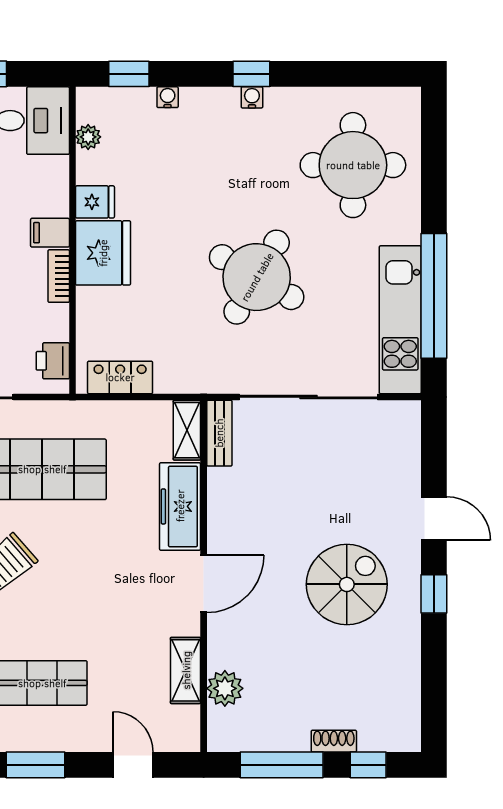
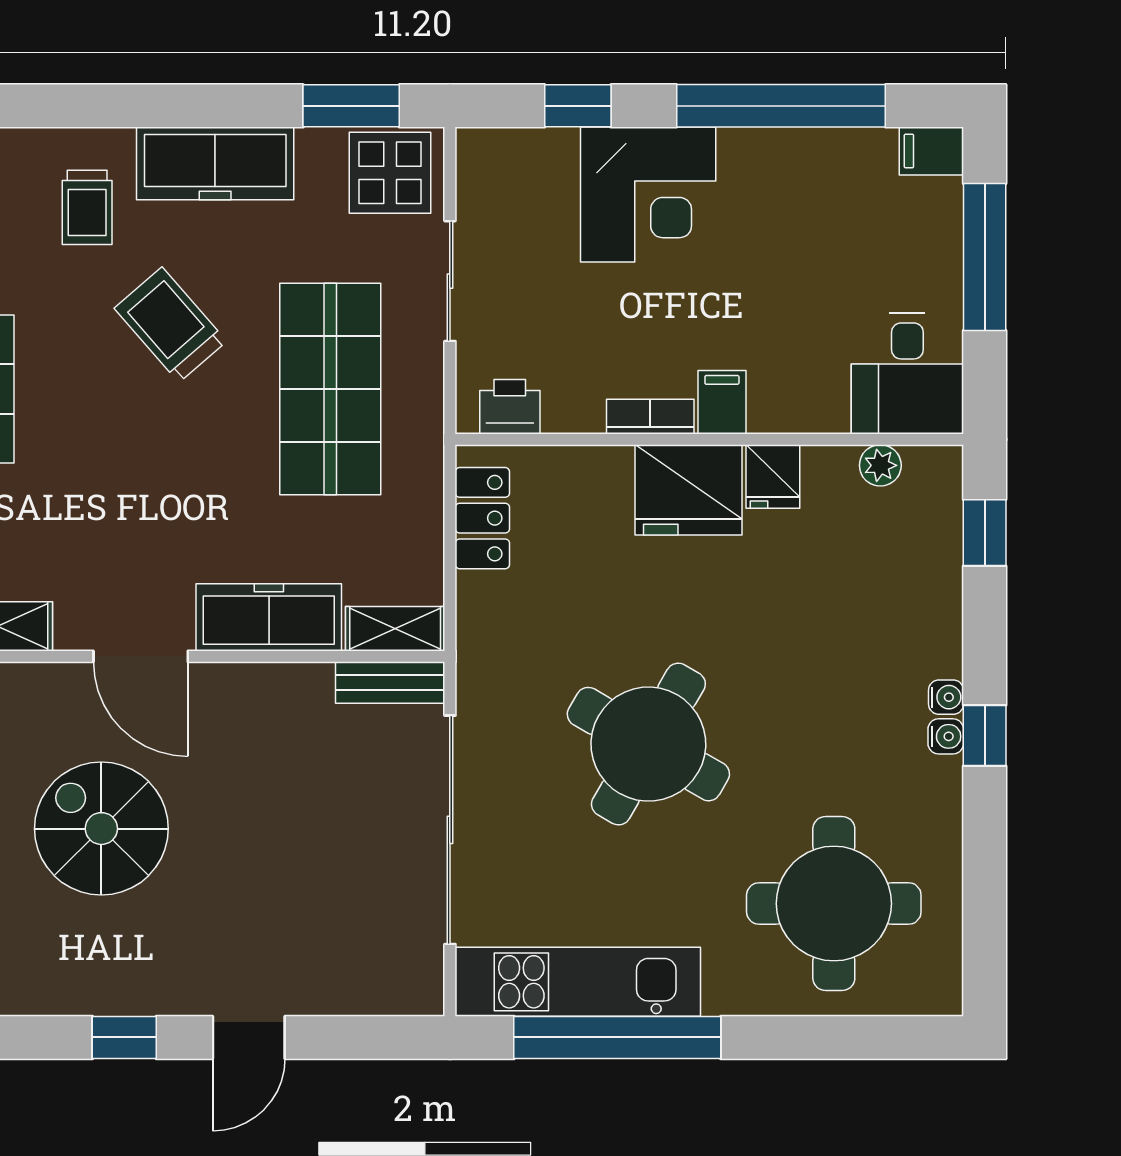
water cooler: (168, 97) -> (946, 697), moved
spiral stairs: (347, 584) -> (101, 829), moved, turned 180

